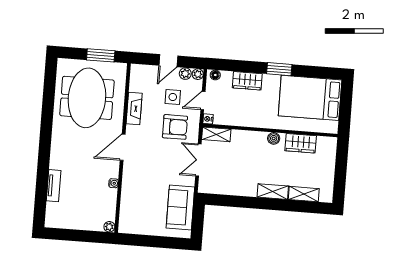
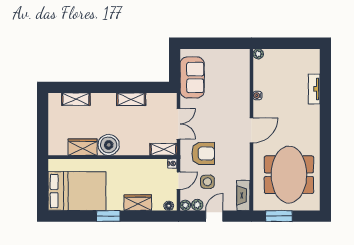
fireplace: (134, 109) -> (243, 195), moved
armchair: (175, 127) -> (203, 153), turned 180
boiler: (274, 138) -> (109, 145), width x1.86, depth x1.86
shelving: (273, 192) -> (131, 99), moved

